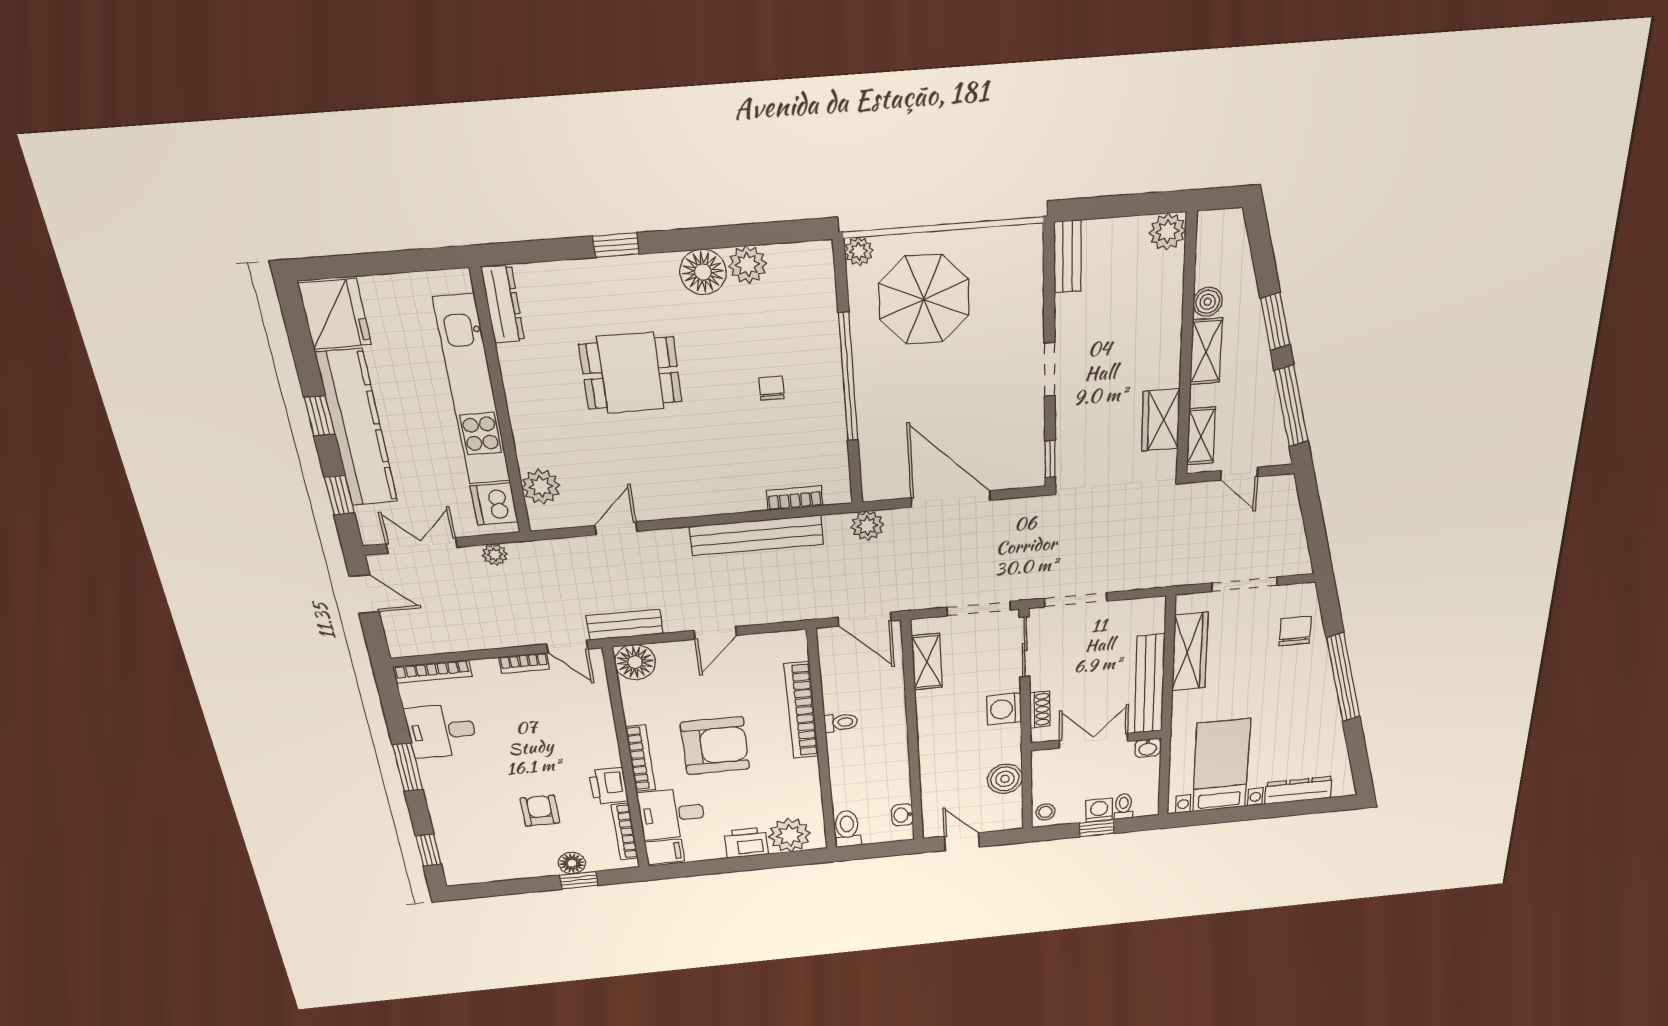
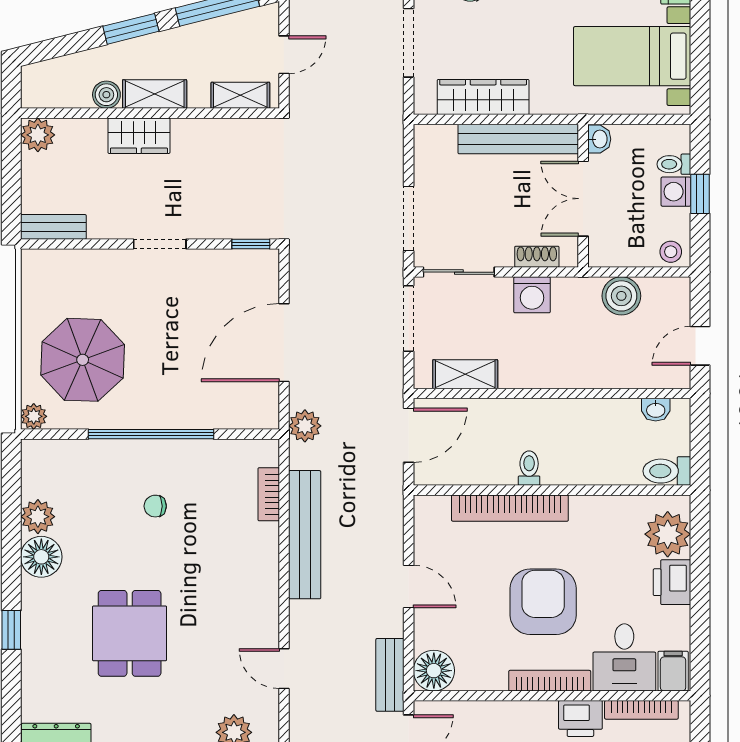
wardrobe: (1161, 420) -> (139, 136), moved

